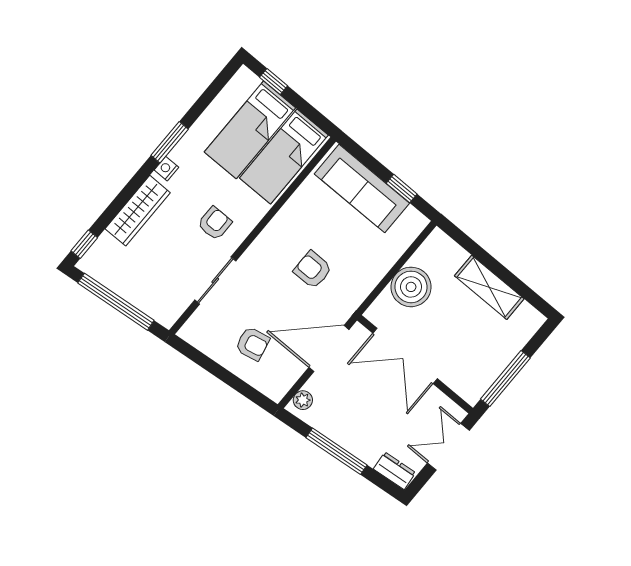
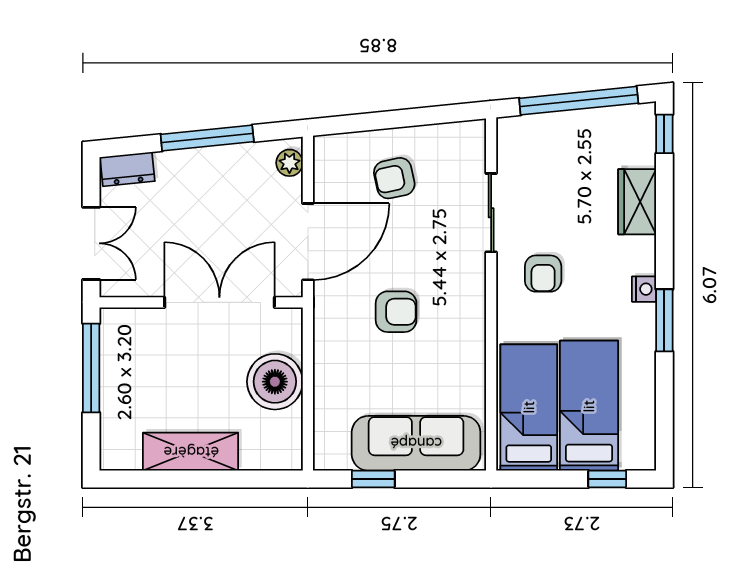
wardrobe: (138, 211) -> (637, 202), width x0.67

